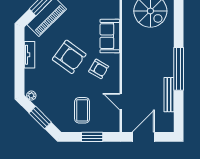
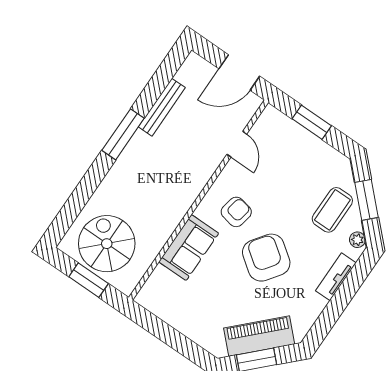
tv unit: (29, 55) -> (336, 277), moved
armchair: (99, 69) -> (236, 212), turned 71
window: (179, 69) -> (123, 134), width x0.68
coffee table: (82, 110) -> (332, 210), moved

